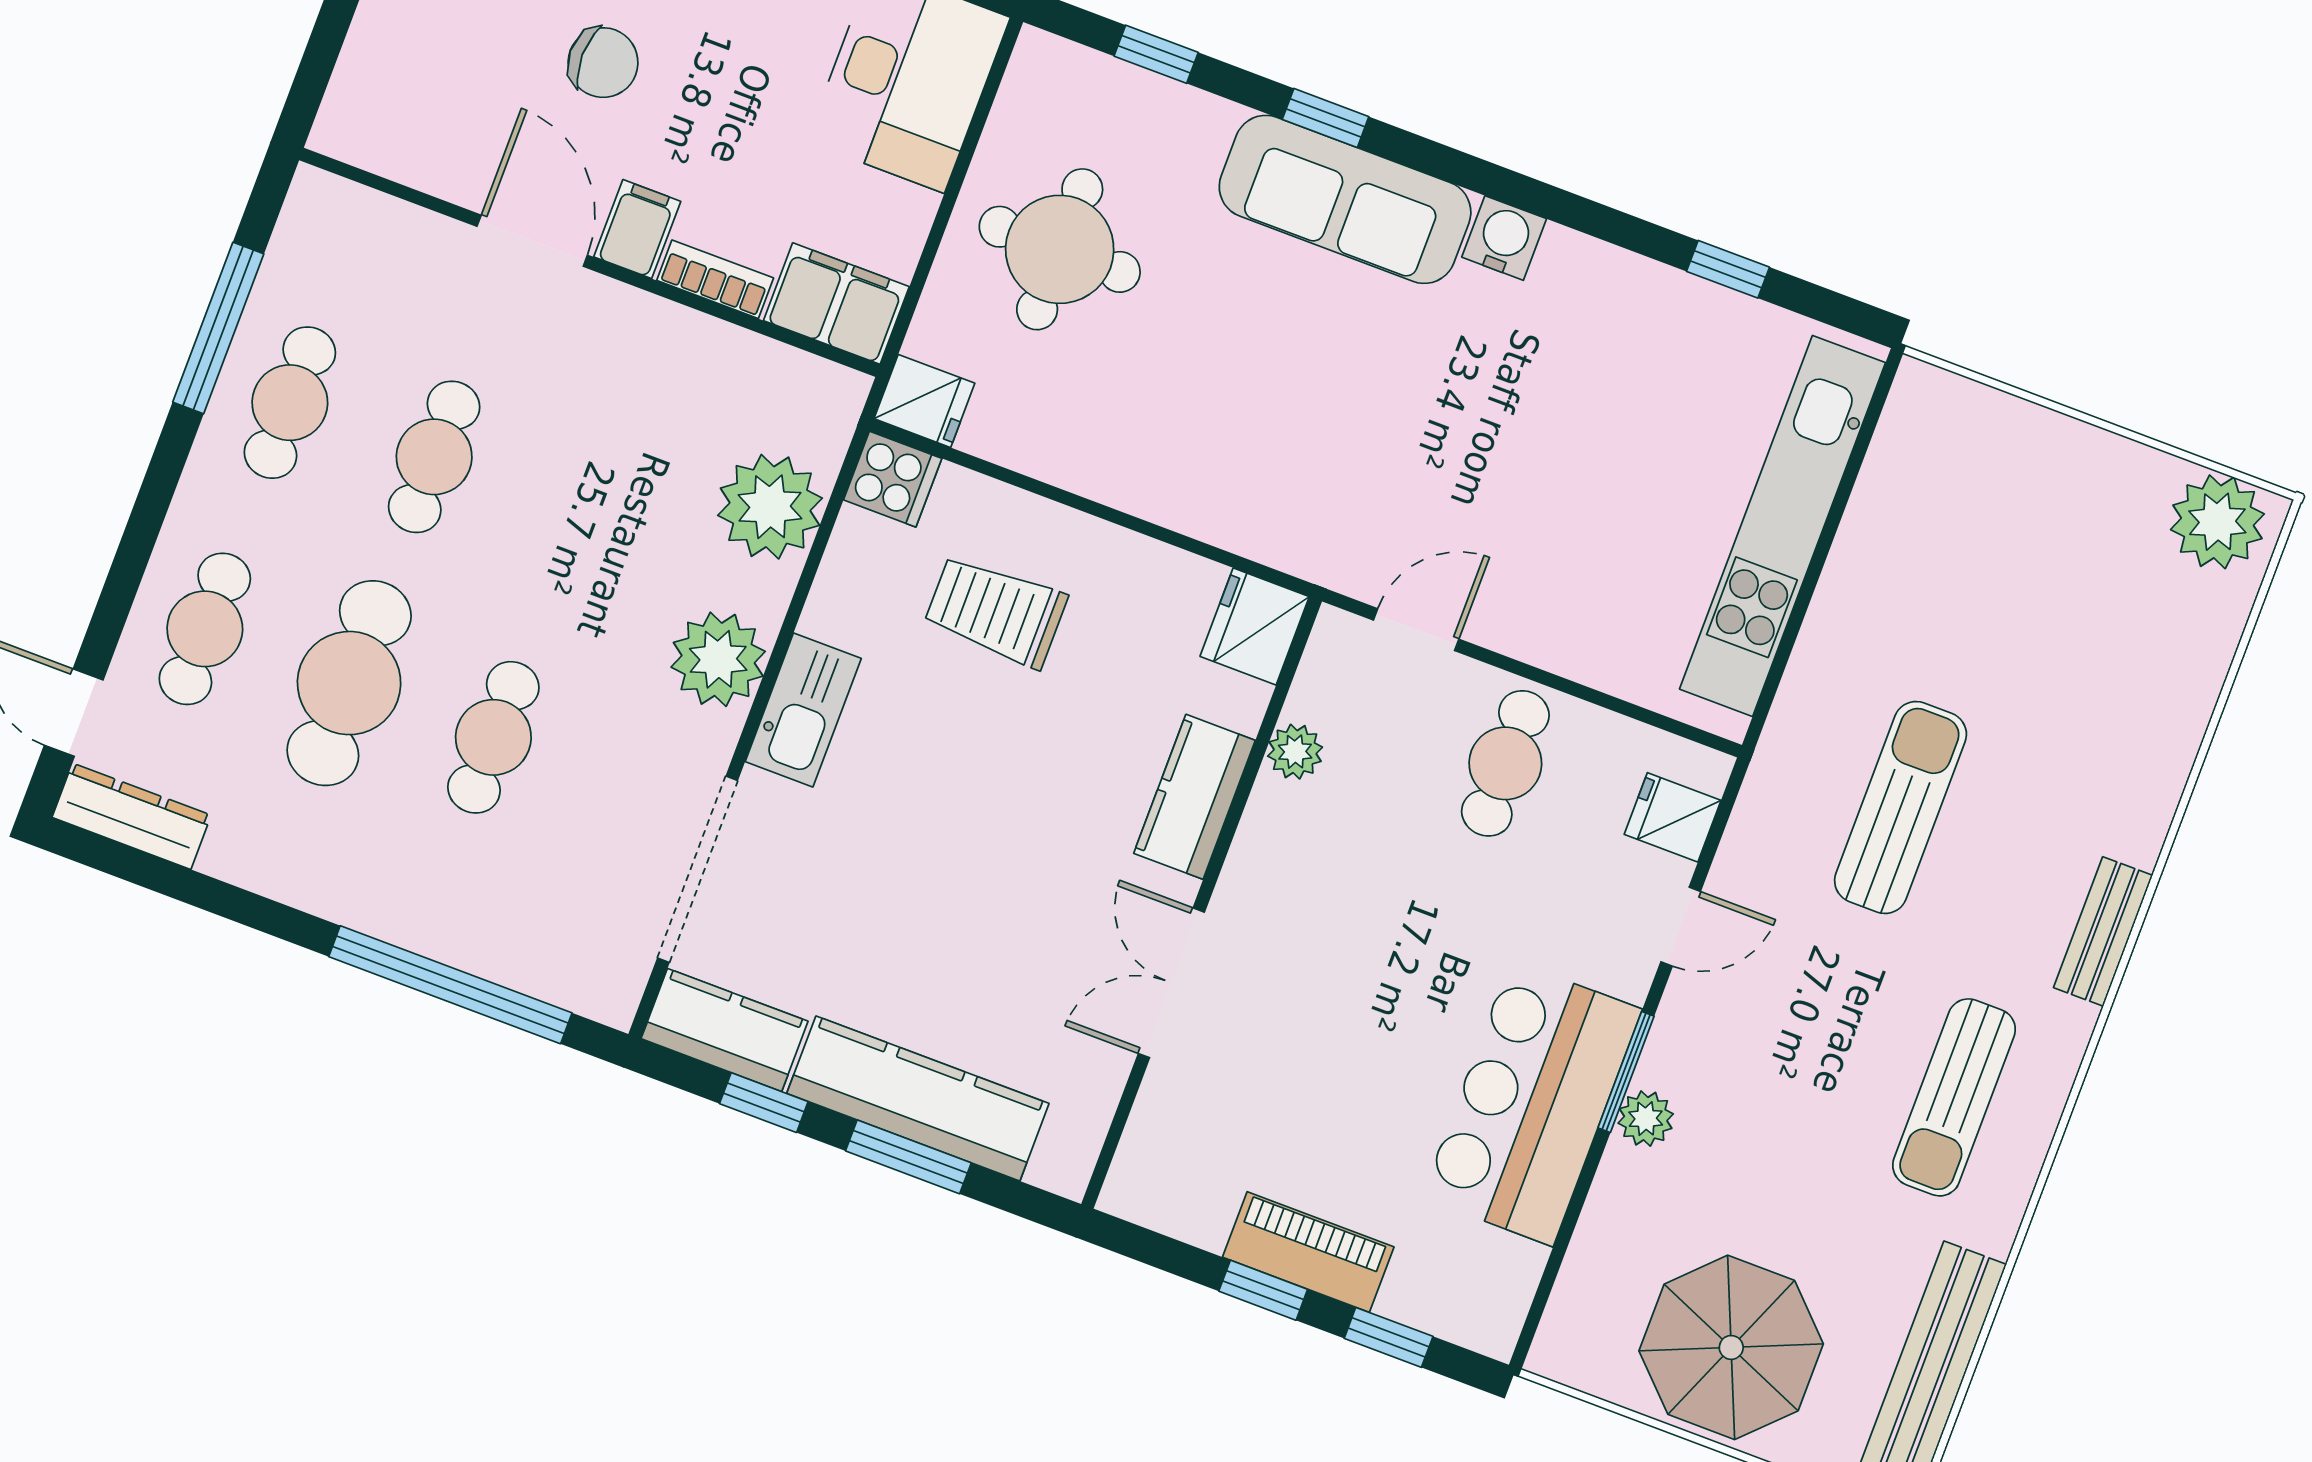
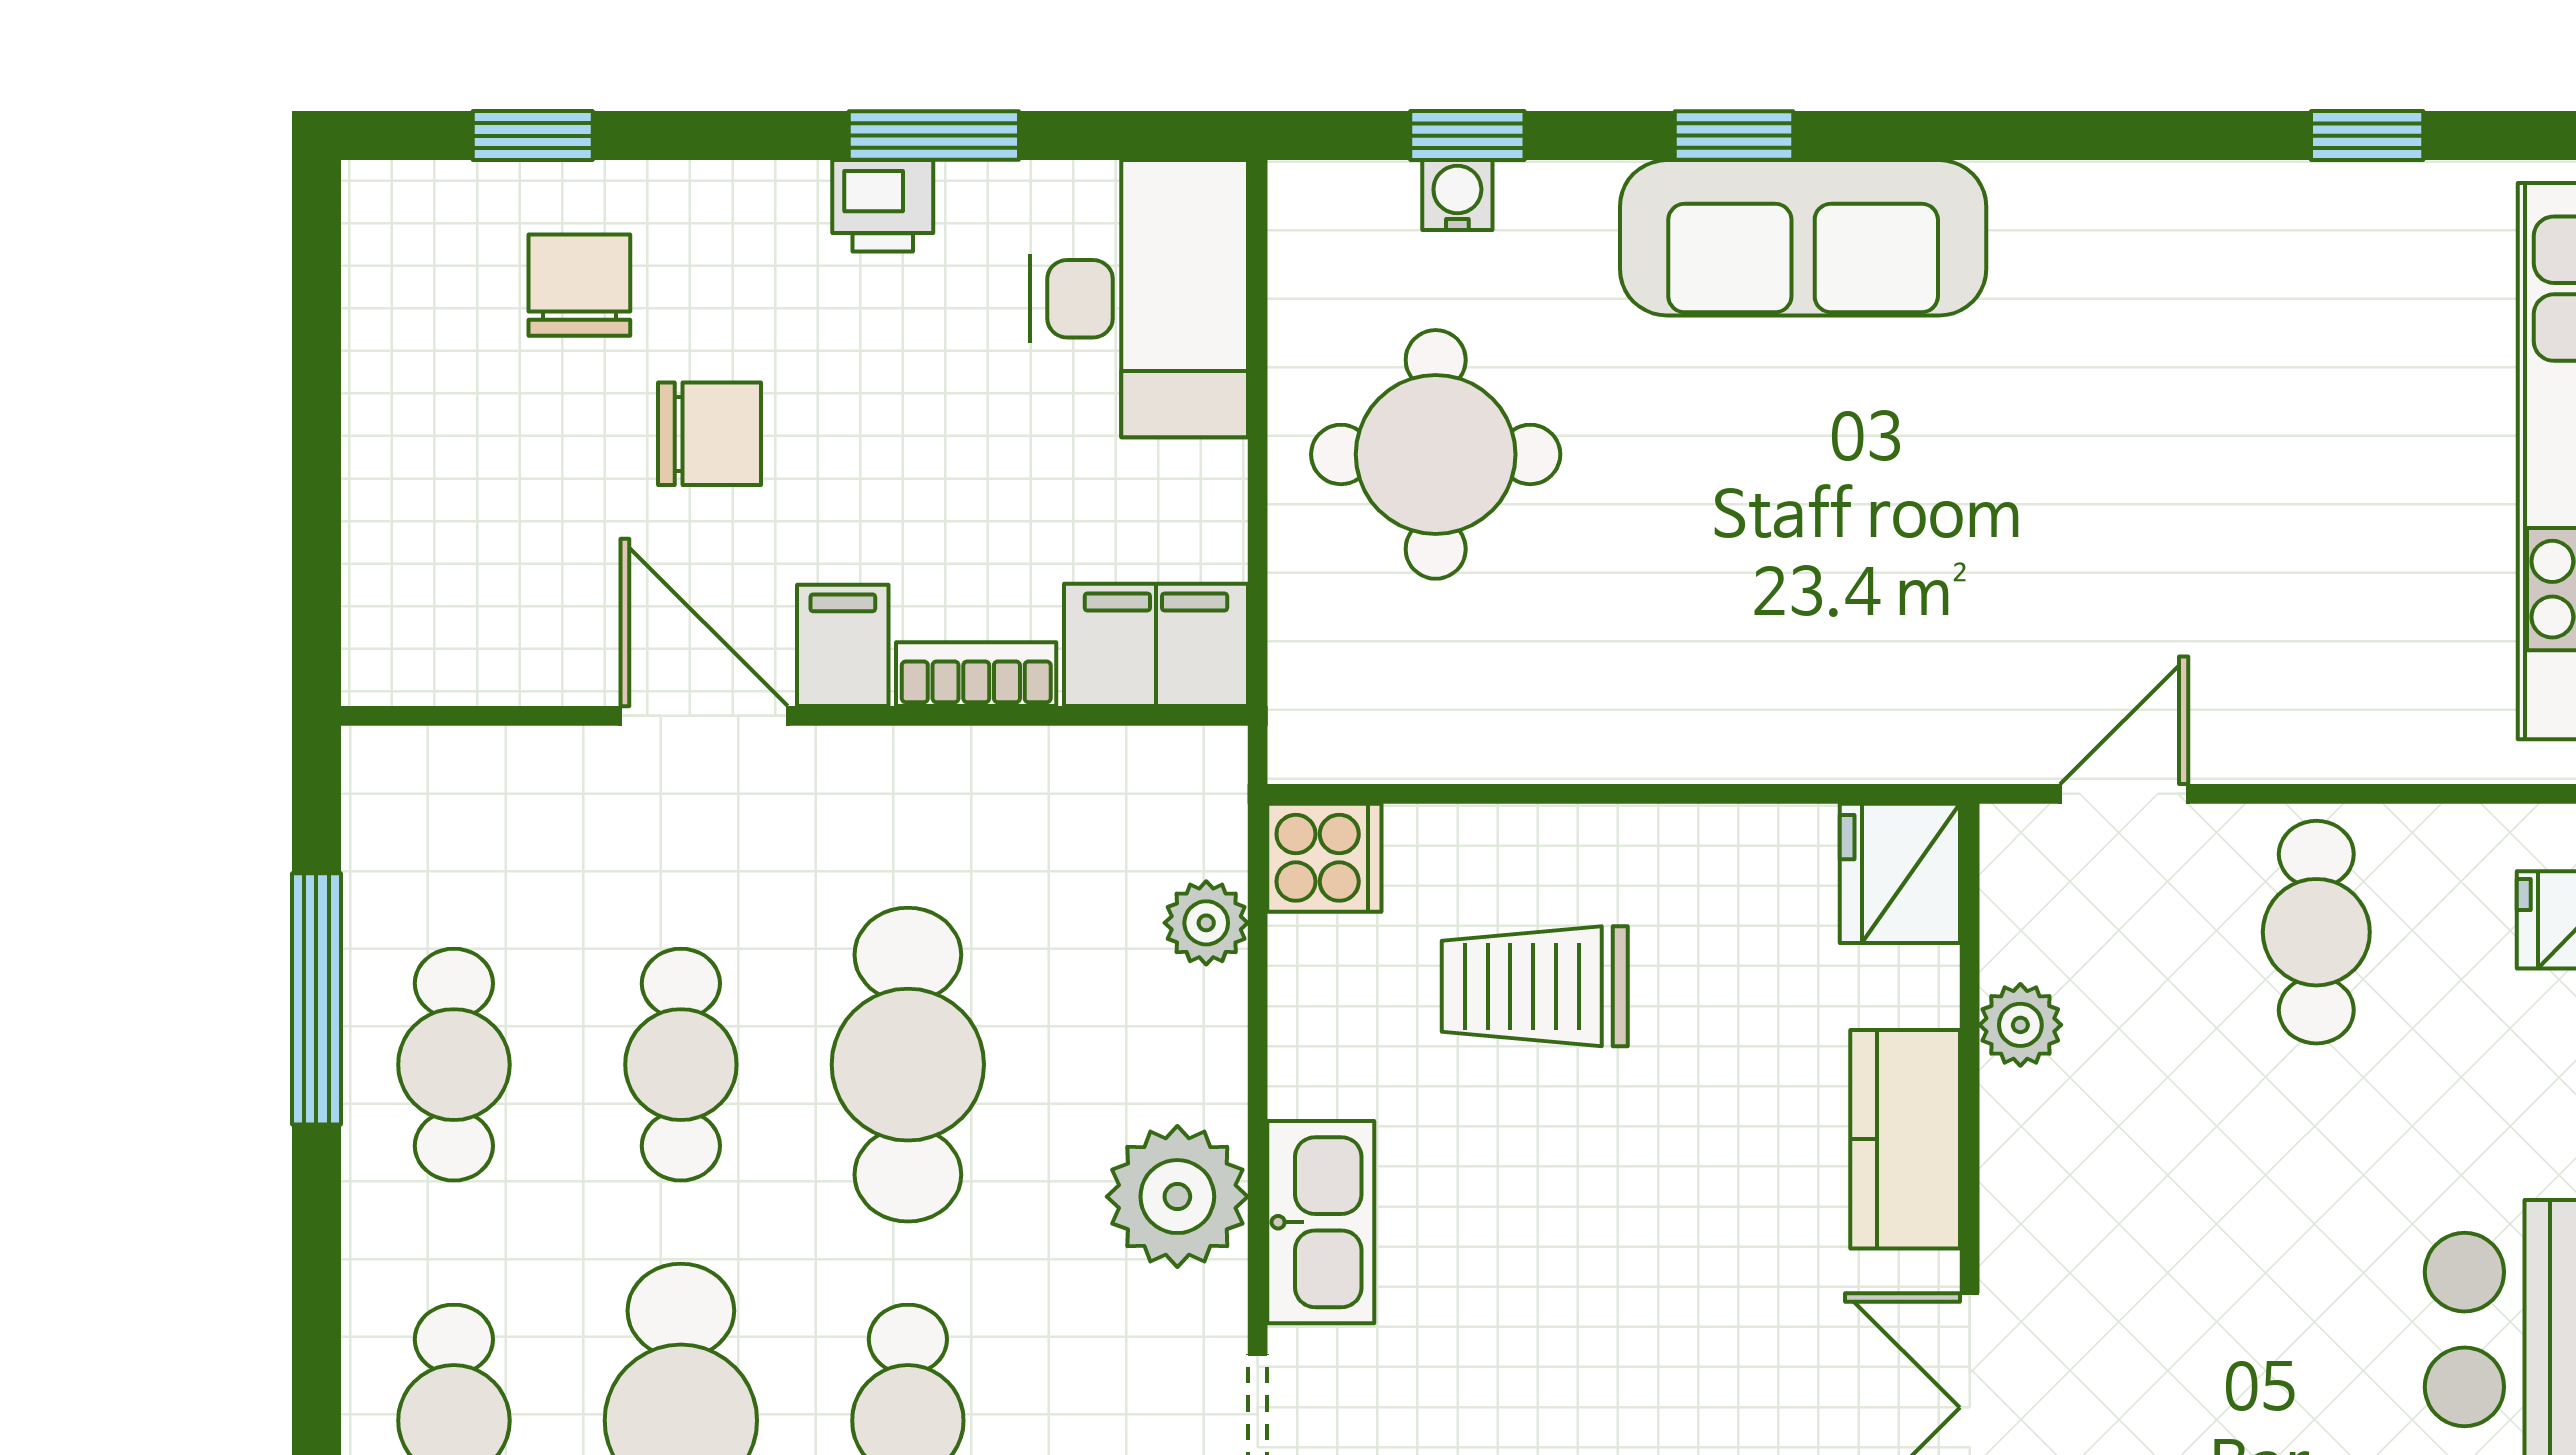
water cooler: (1504, 238) -> (1457, 195), moved, width x0.72, depth x0.72
fridge: (924, 401) -> (1328, 734), removed
plant: (770, 507) -> (1206, 923), width x0.53, depth x0.53
cafe table: (578, 511) -> (908, 1065), added

